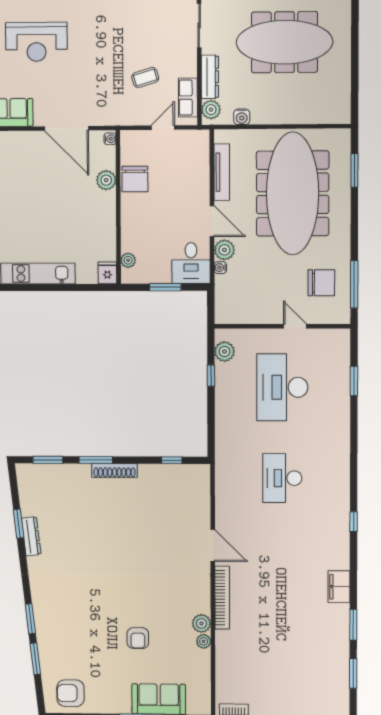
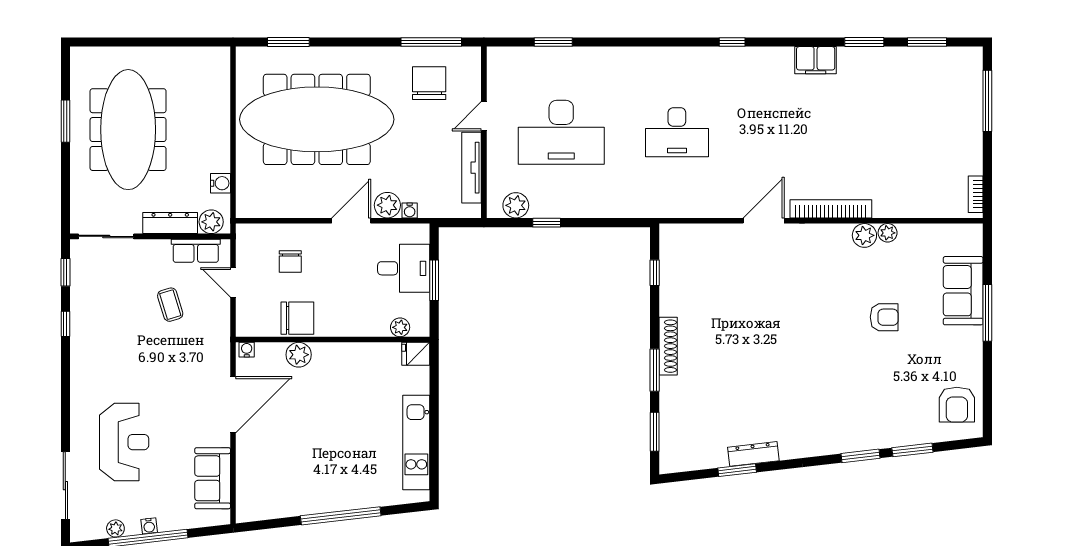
tv unit: (222, 172) -> (472, 168), moved, turned -90
chair: (180, 173) -> (290, 262), added
desk: (191, 263) -> (404, 268), moved

